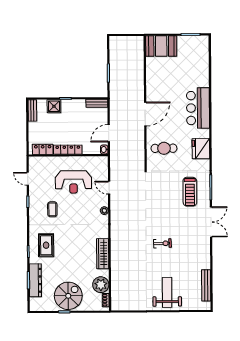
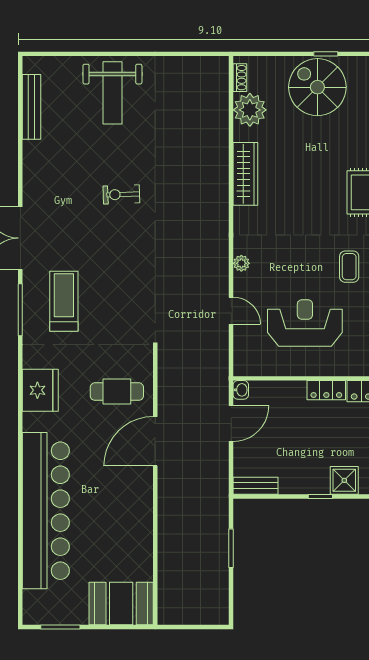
bar counter: (198, 108) -> (46, 511), width x1.86
door: (145, 114) -> (155, 441), moved
locker: (68, 150) -> (326, 390), width x0.66
spiral stairs: (68, 296) -> (317, 87), turned 90

